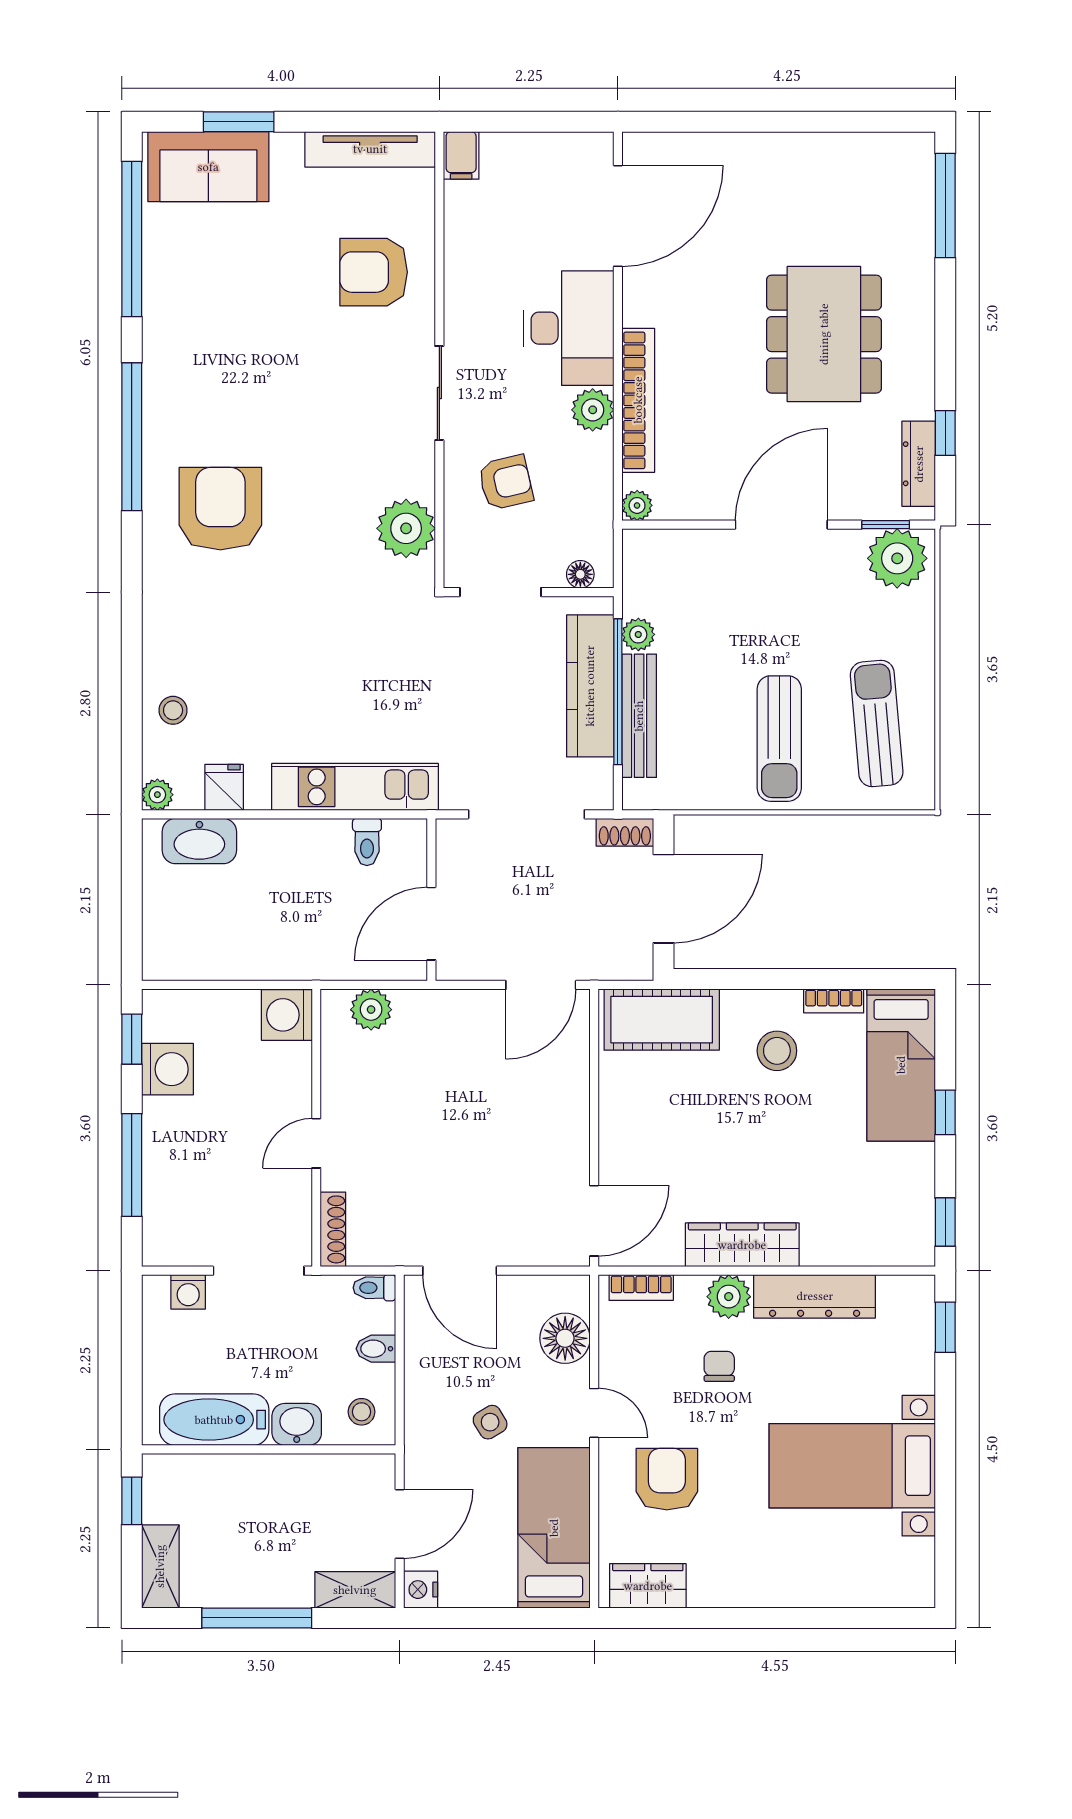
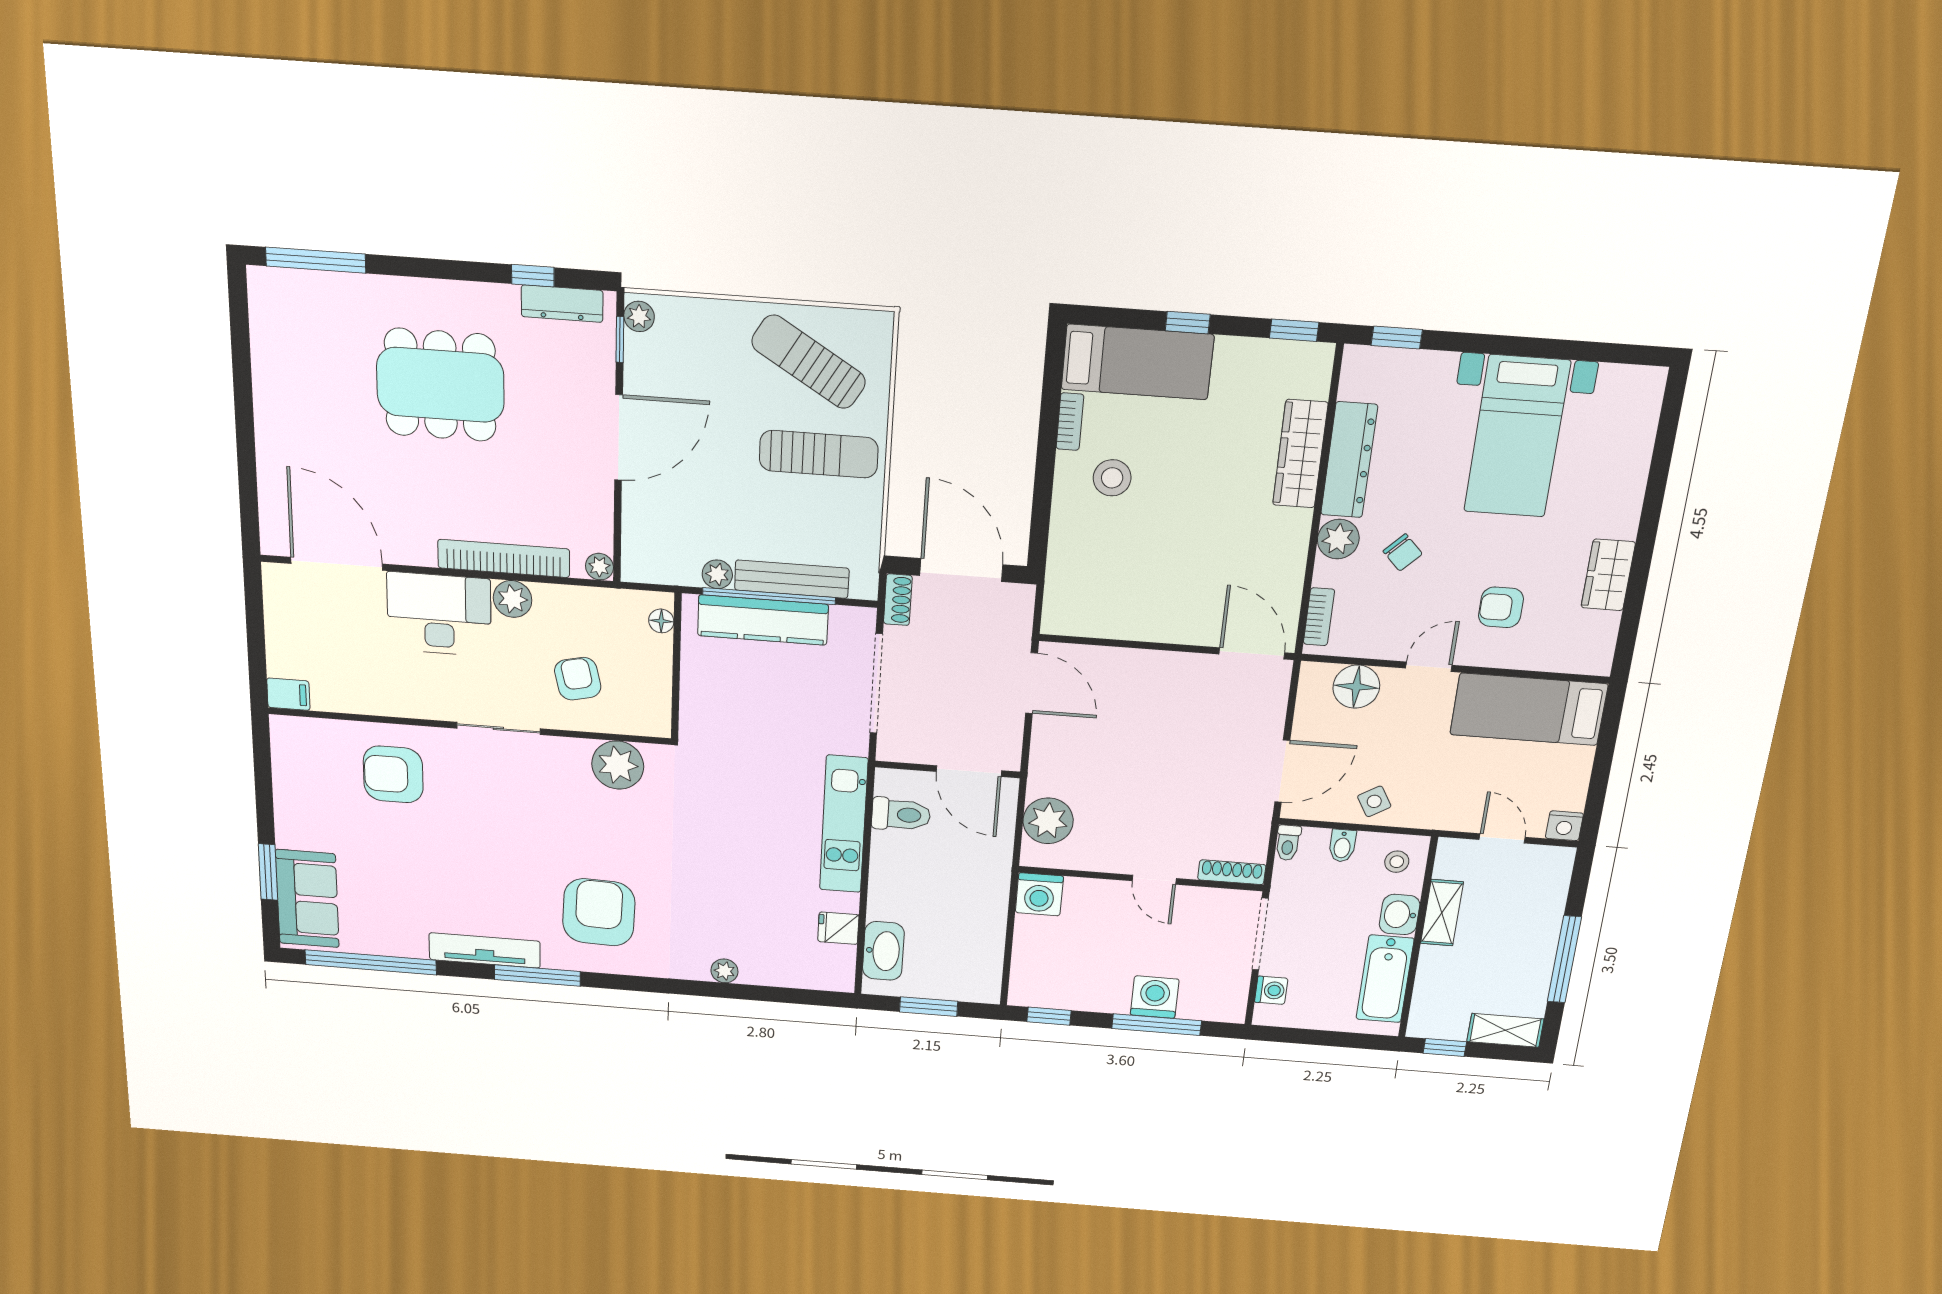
tv unit: (370, 149) -> (485, 950), moved, turned -90
armchair: (374, 272) -> (393, 774), turned 90
window: (132, 437) -> (537, 976), width x0.68
armchair: (220, 509) -> (599, 912), turned 92
door: (781, 525) -> (619, 438), swing flipped
plant: (897, 558) -> (639, 316), width x0.53, depth x0.53
doorway: (500, 592) -> (676, 691), removed
stool: (173, 710) -> (770, 962), removed
sun lounger: (877, 724) -> (809, 362), turned 36
plant: (157, 795) -> (724, 971), moved
toilet: (367, 842) -> (901, 815), width x1.37, depth x1.39
window: (132, 898) -> (929, 1007), added
plant: (371, 1010) -> (1048, 821), width x1.36, depth x1.36
cot: (662, 1020) -> (1073, 580), removed
washing machine: (167, 1069) -> (1155, 997), moved
wardrobe: (742, 1245) -> (1300, 454), moved
chair: (719, 1366) -> (1403, 552), turned -135
side table: (490, 1422) -> (1374, 801), moved
armchair: (667, 1479) -> (1501, 607), width x0.72, depth x0.72
door: (400, 1524) -> (1502, 838), width x0.73
wardrobe: (648, 1586) -> (1608, 575), moved
shelving: (355, 1590) -> (1442, 913), moved

